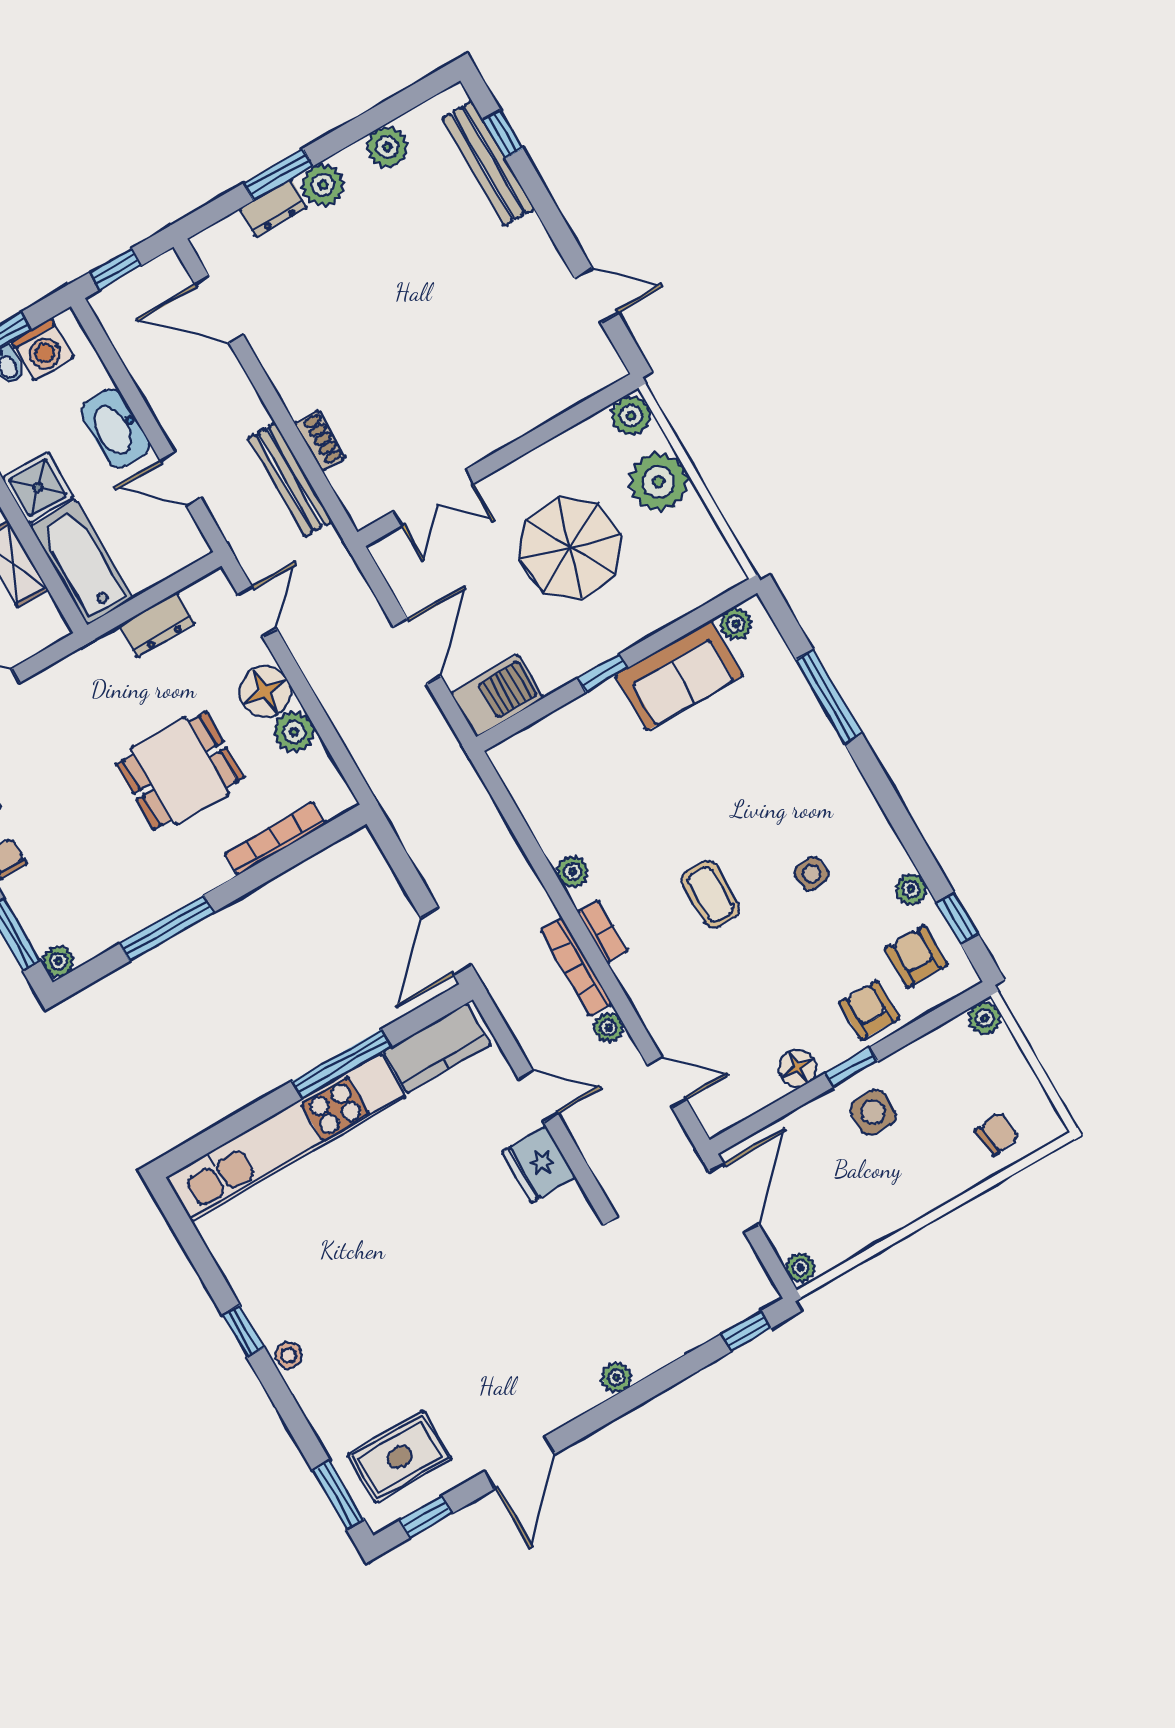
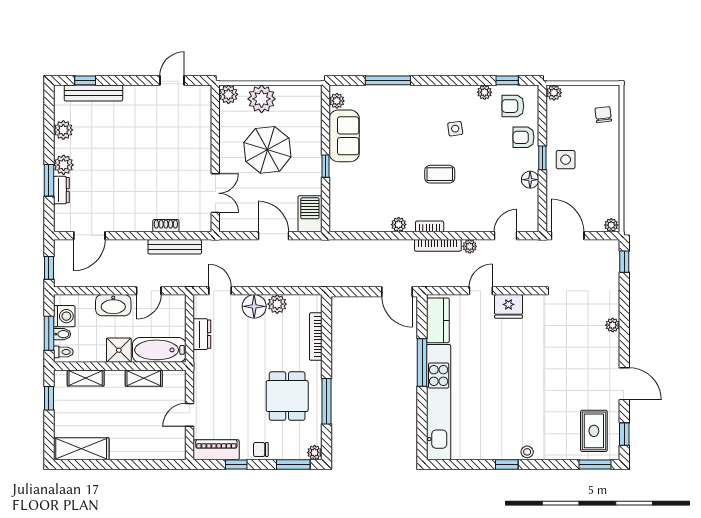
dining table: (180, 771) -> (287, 396), moved

